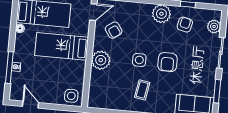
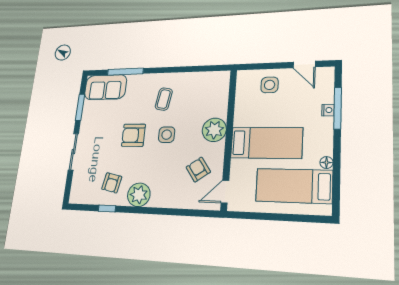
plant: (214, 26) -> (79, 183), removed
armchair: (167, 62) -> (133, 135), turned -90
side table: (71, 96) -> (270, 85), moved

